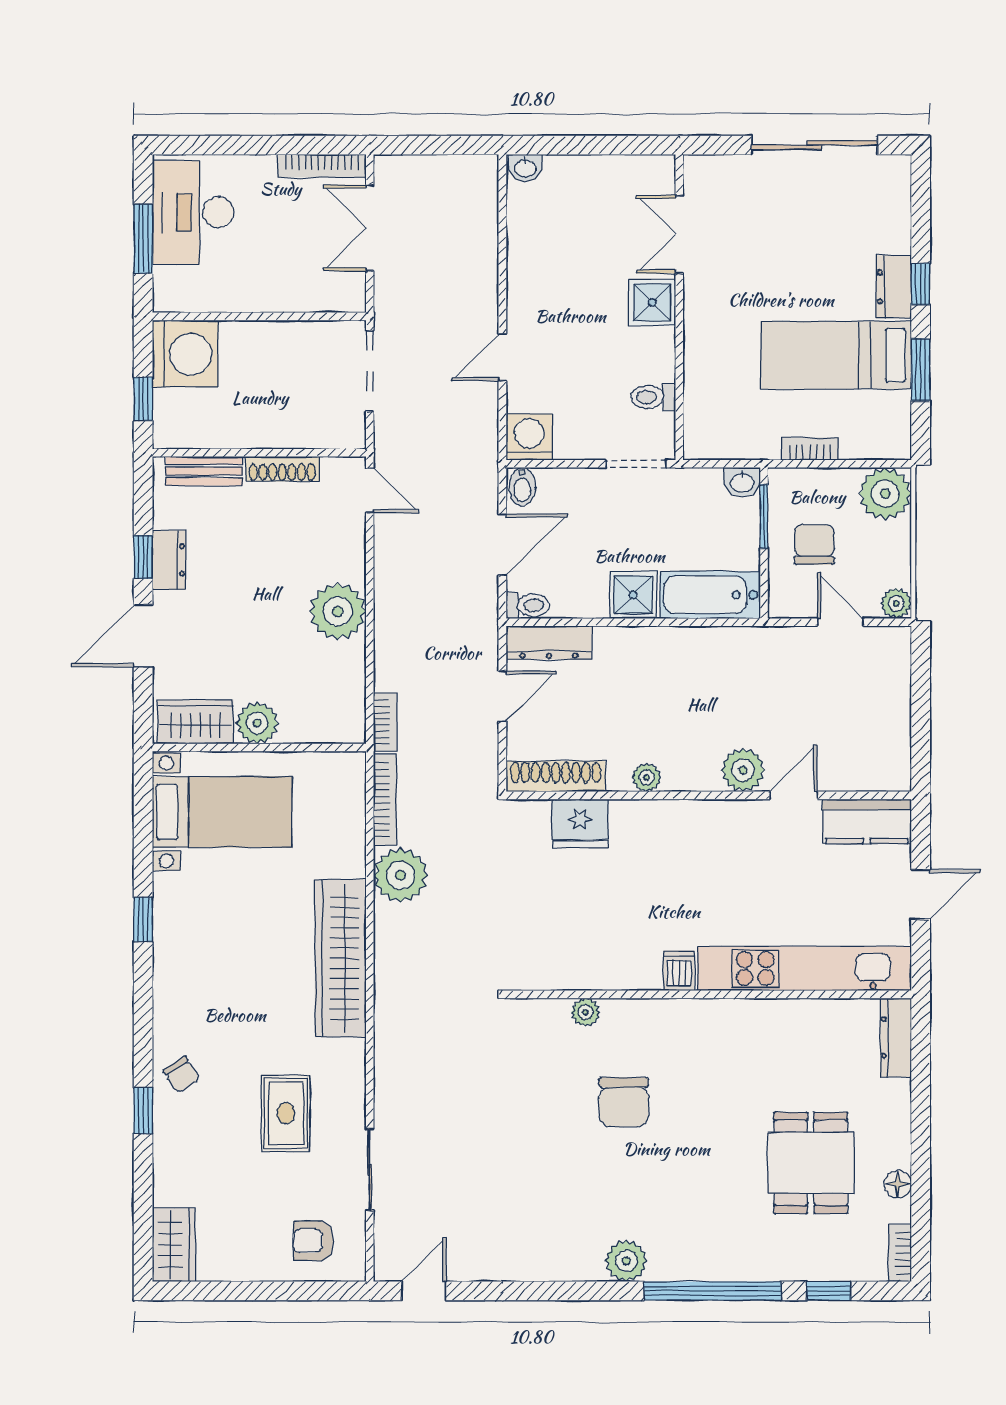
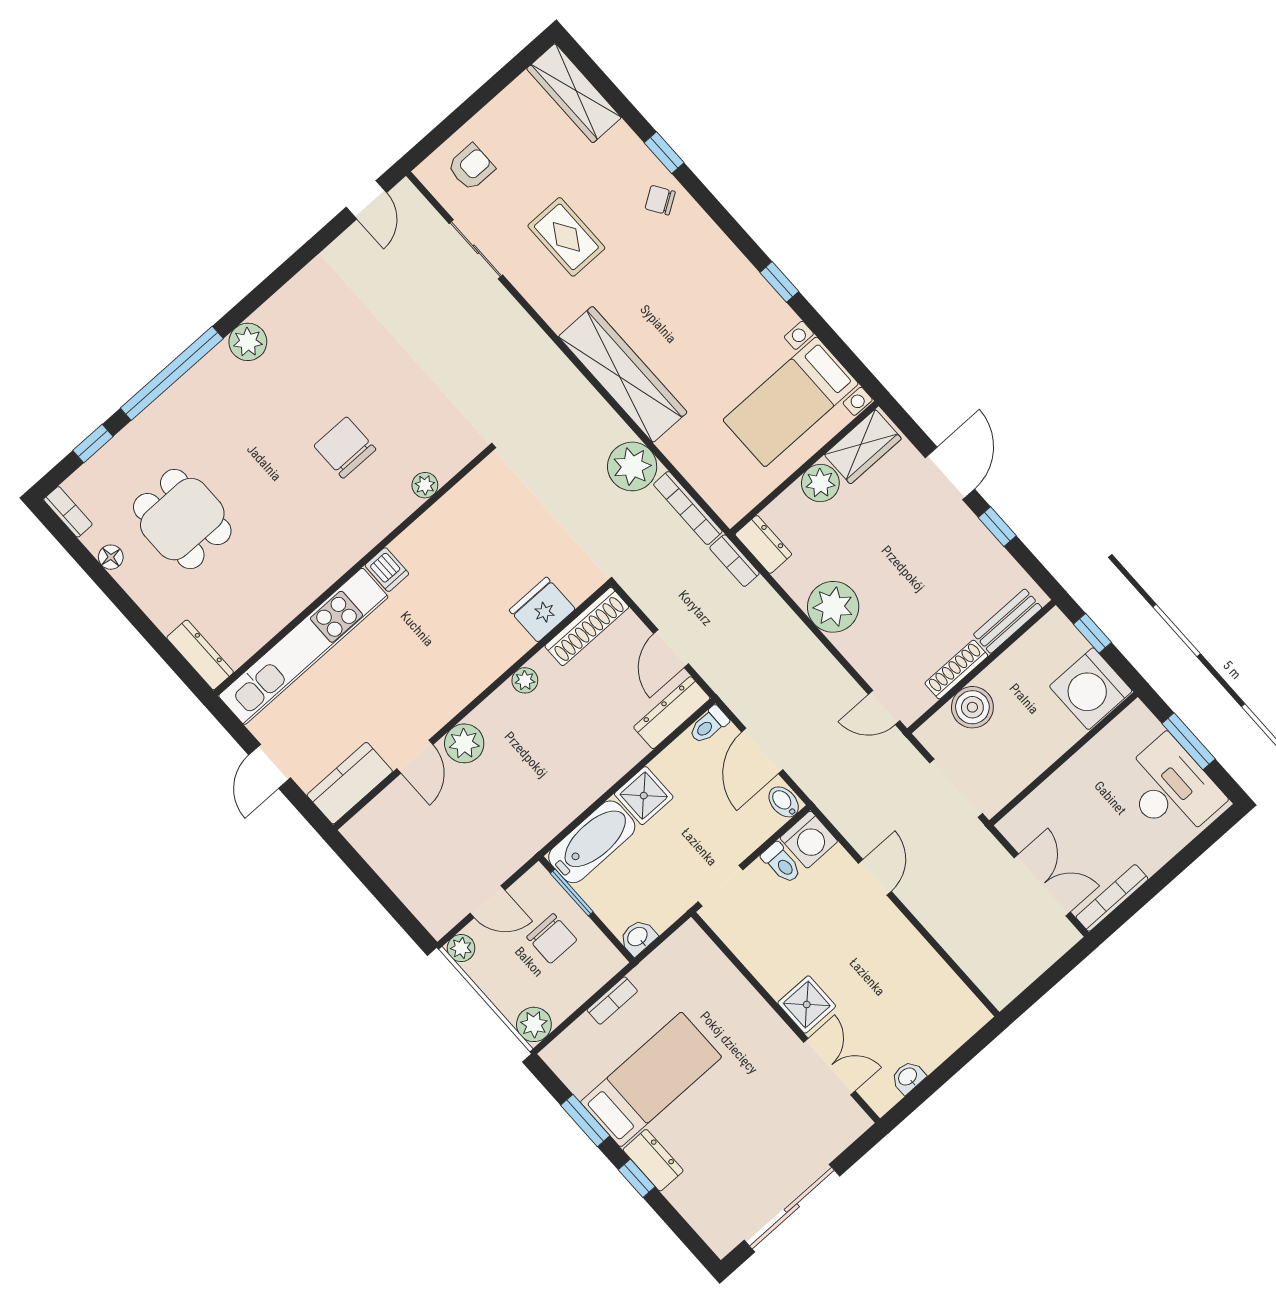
washbasin: (525, 168) -> (908, 1077), moved
toilet: (653, 397) -> (782, 863), moved, turned 90
boiler: (297, 426) -> (972, 707), added
plant: (885, 494) -> (534, 1024), width x0.73, depth x0.73
window: (764, 516) -> (572, 893), moved
dresser: (169, 560) -> (763, 544), moved, turned 180
wardrobe: (174, 1245) -> (574, 93), width x1.50

